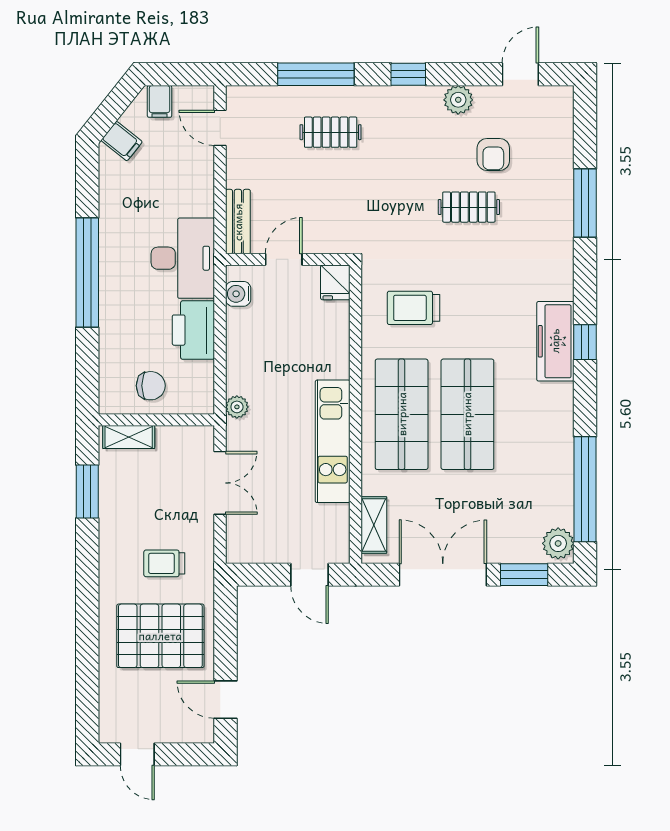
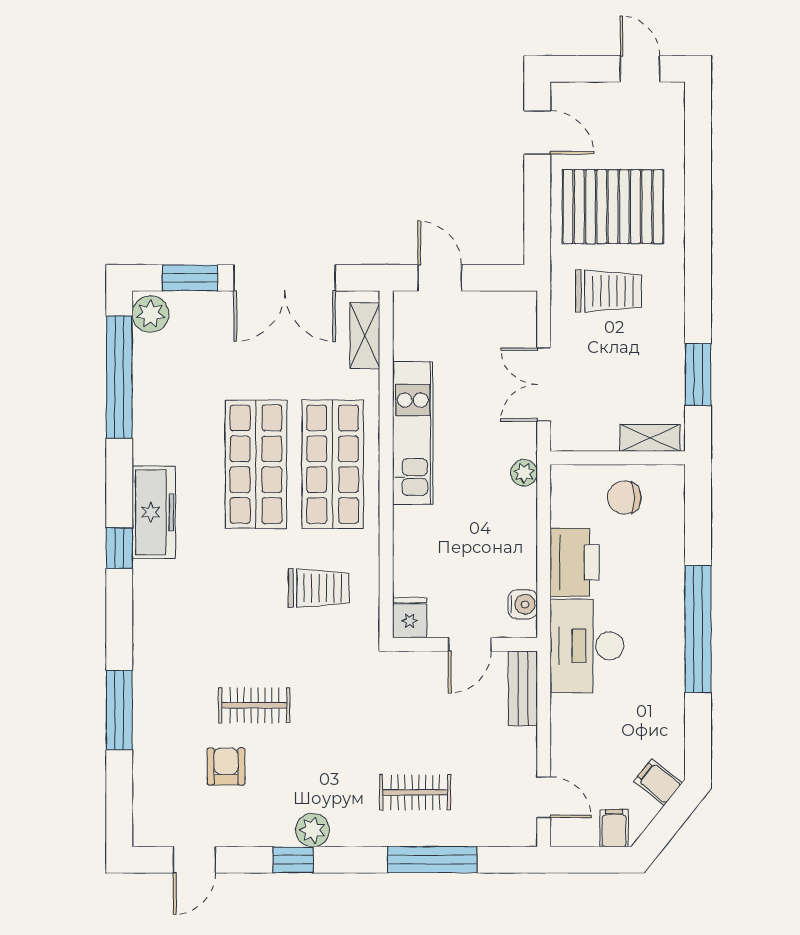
window: (408, 74) -> (293, 860), moved
plant: (458, 100) -> (312, 830), moved
freezer: (555, 341) -> (154, 512), moved
trolley: (164, 563) -> (609, 291), width x1.36, depth x1.39

